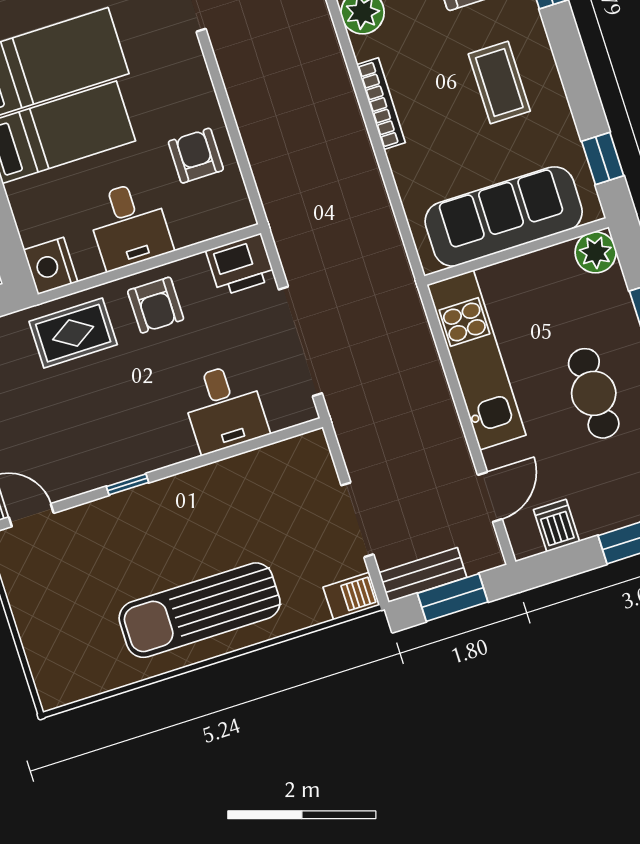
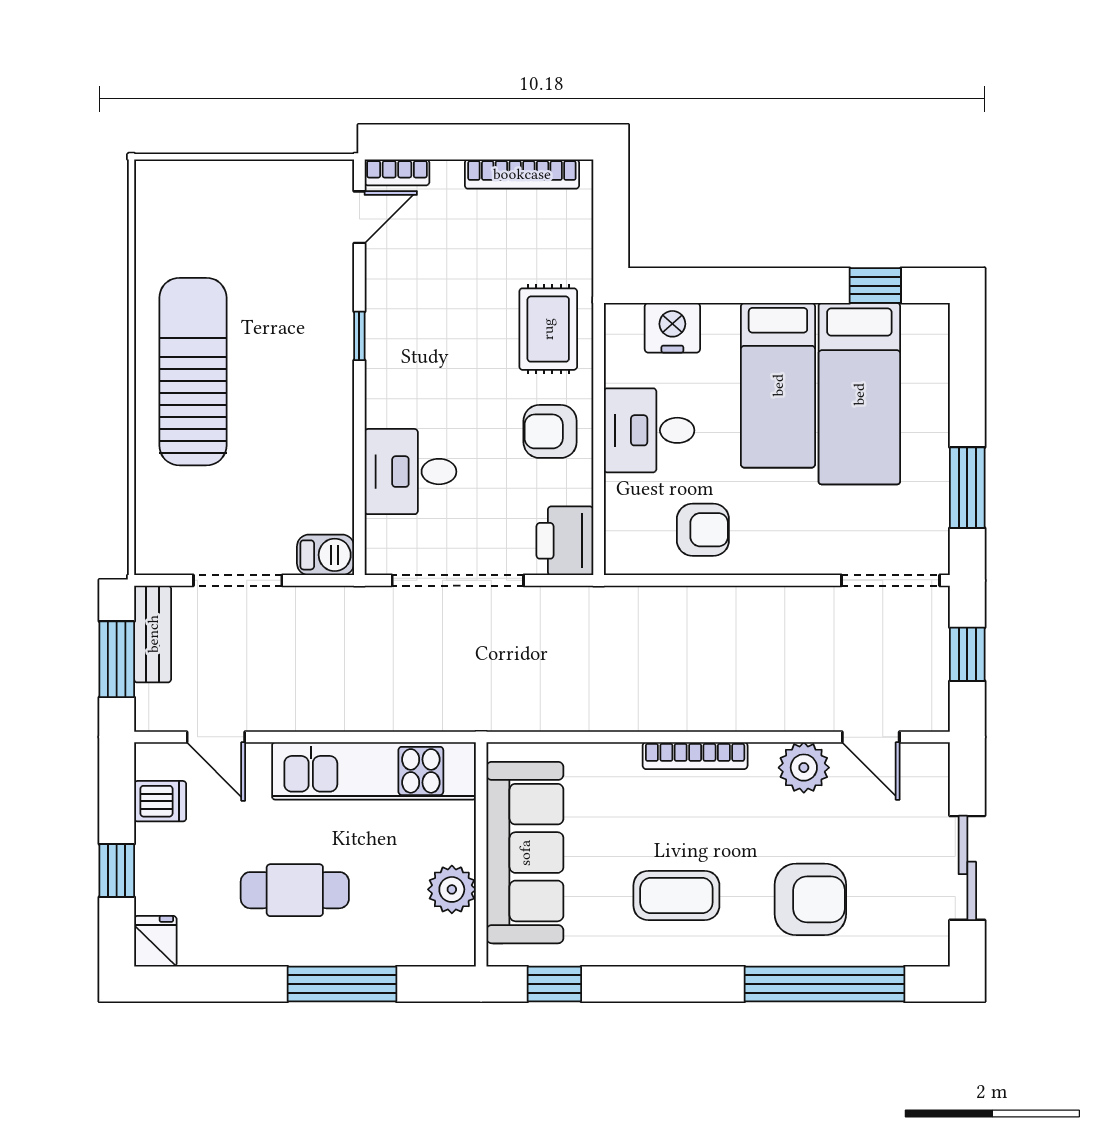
plant: (596, 252) -> (452, 889), moved
nightstand: (51, 266) -> (672, 328), moved
barbecue: (351, 596) -> (326, 555), moved, turned -90

